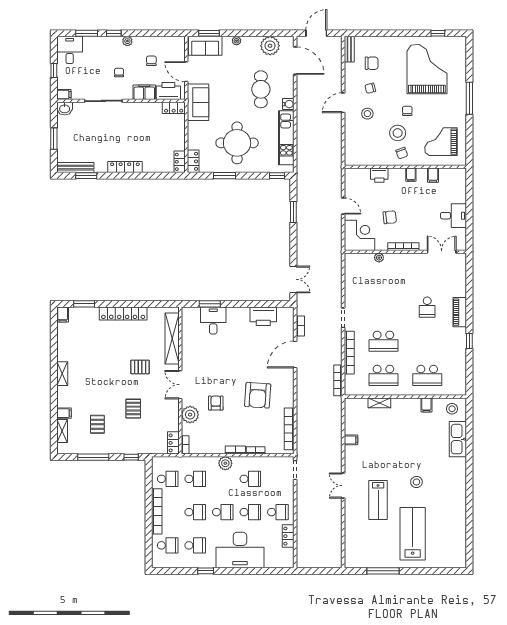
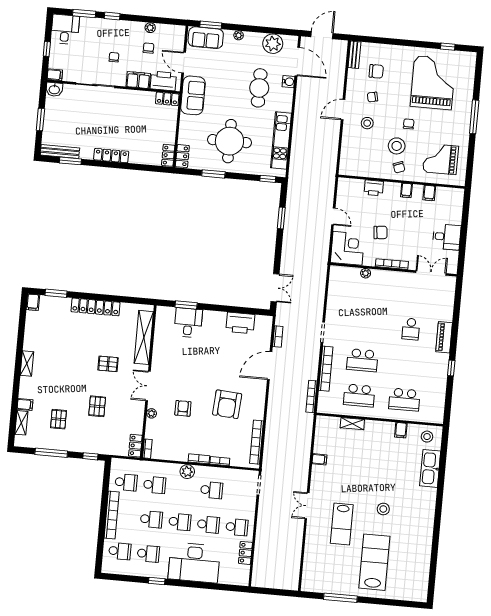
plant: (127, 41) -> (150, 28), moved
water cooler: (288, 104) -> (288, 82), moved
plant: (190, 415) -> (151, 413), width x0.53, depth x0.53

